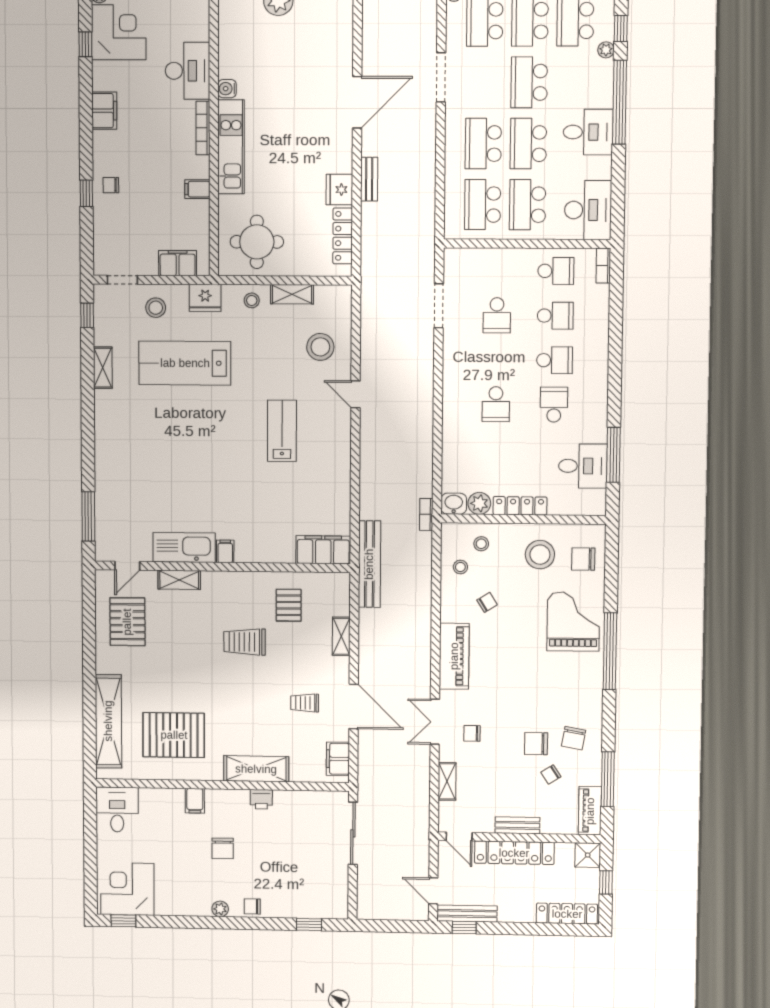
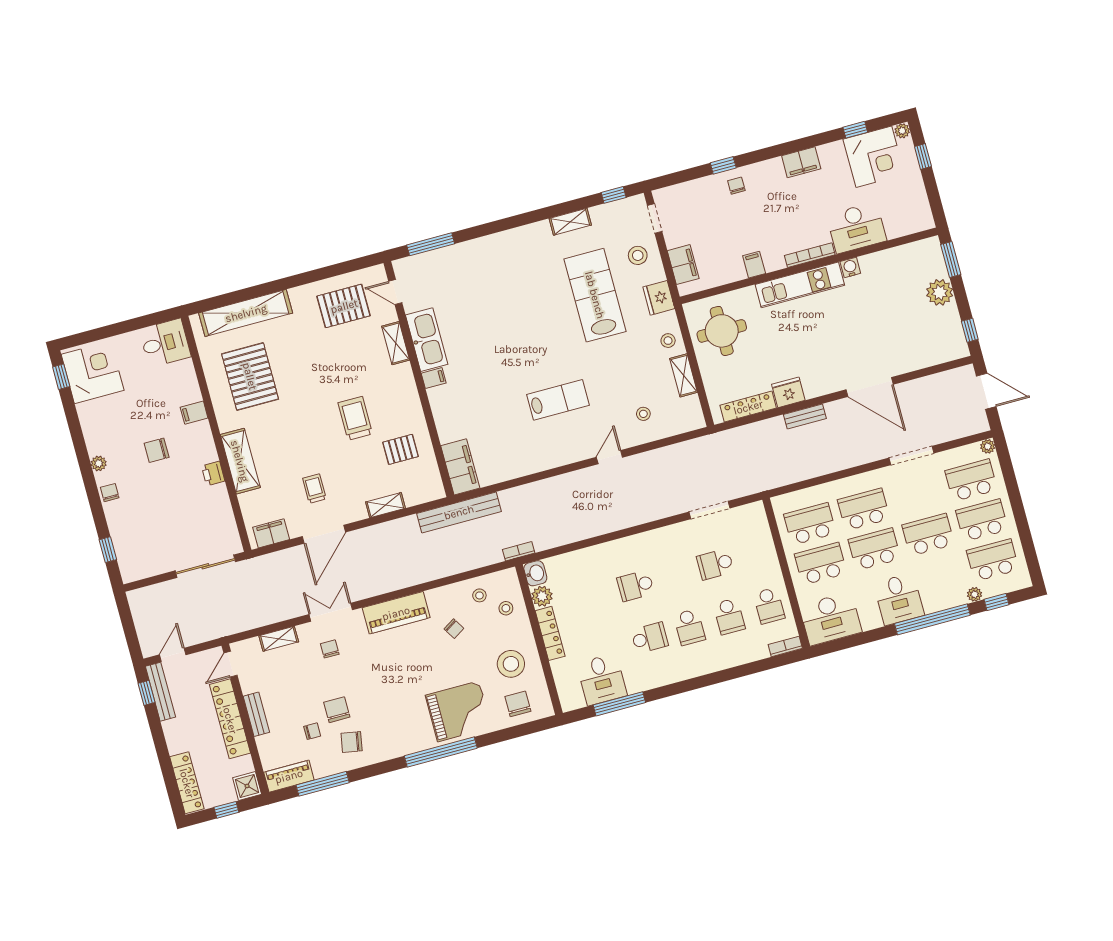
stool: (320, 347) -> (643, 414), width x0.53, depth x0.53
chair: (551, 774) -> (312, 731), turned 123

